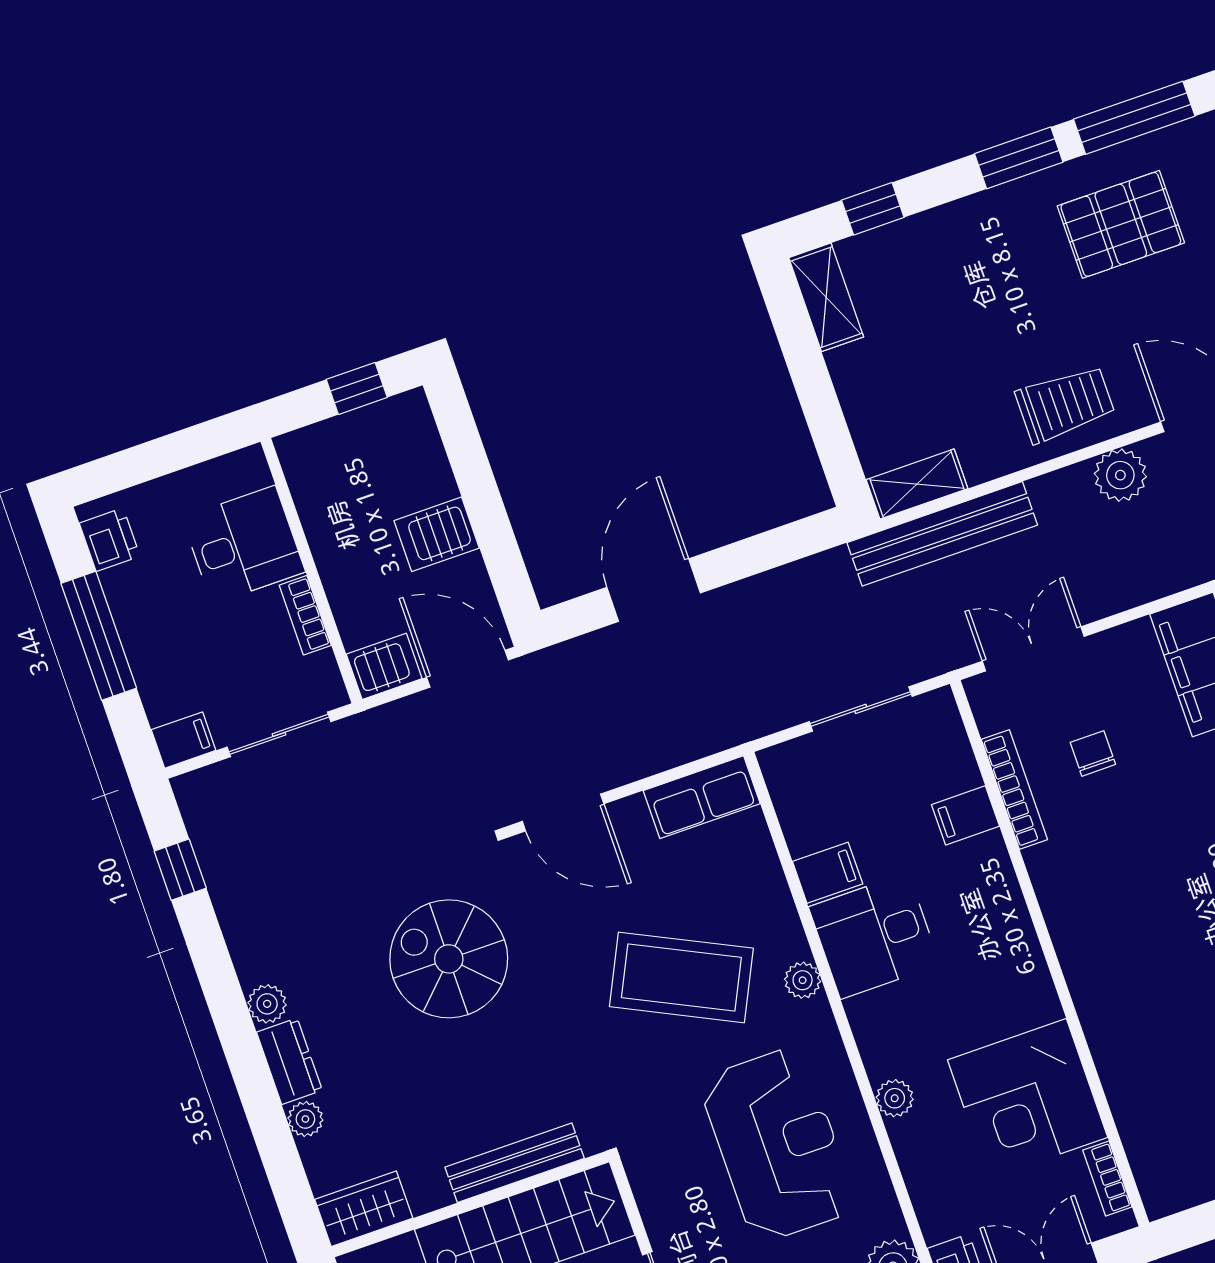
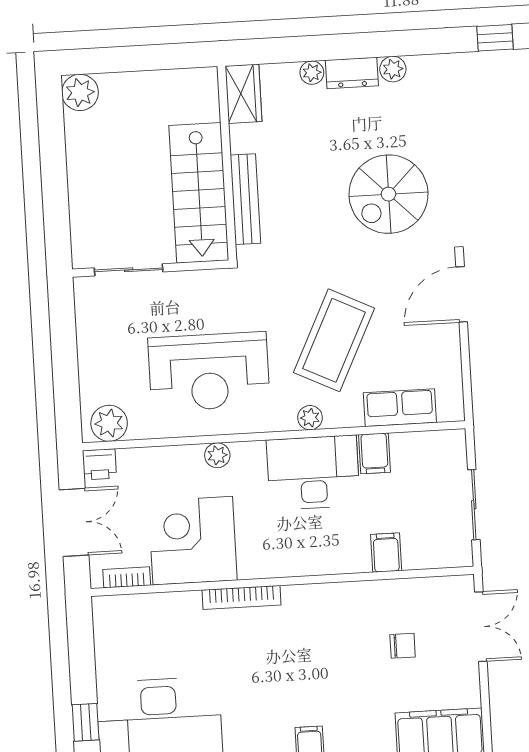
bookcase: (1014, 789) -> (241, 598), moved
row of seats: (702, 797) -> (400, 408), moved, turned 90
desk: (874, 936) -> (313, 473), width x1.37
spiral stairs: (449, 959) -> (388, 194), turned 180

